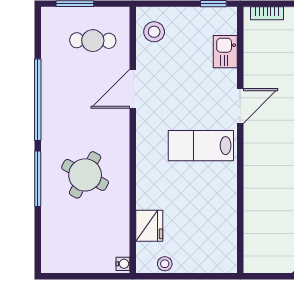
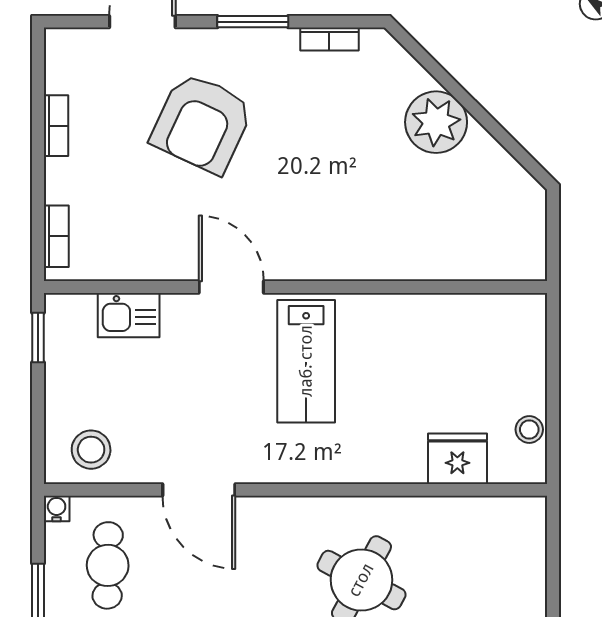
water cooler: (123, 264) -> (57, 508), moved

